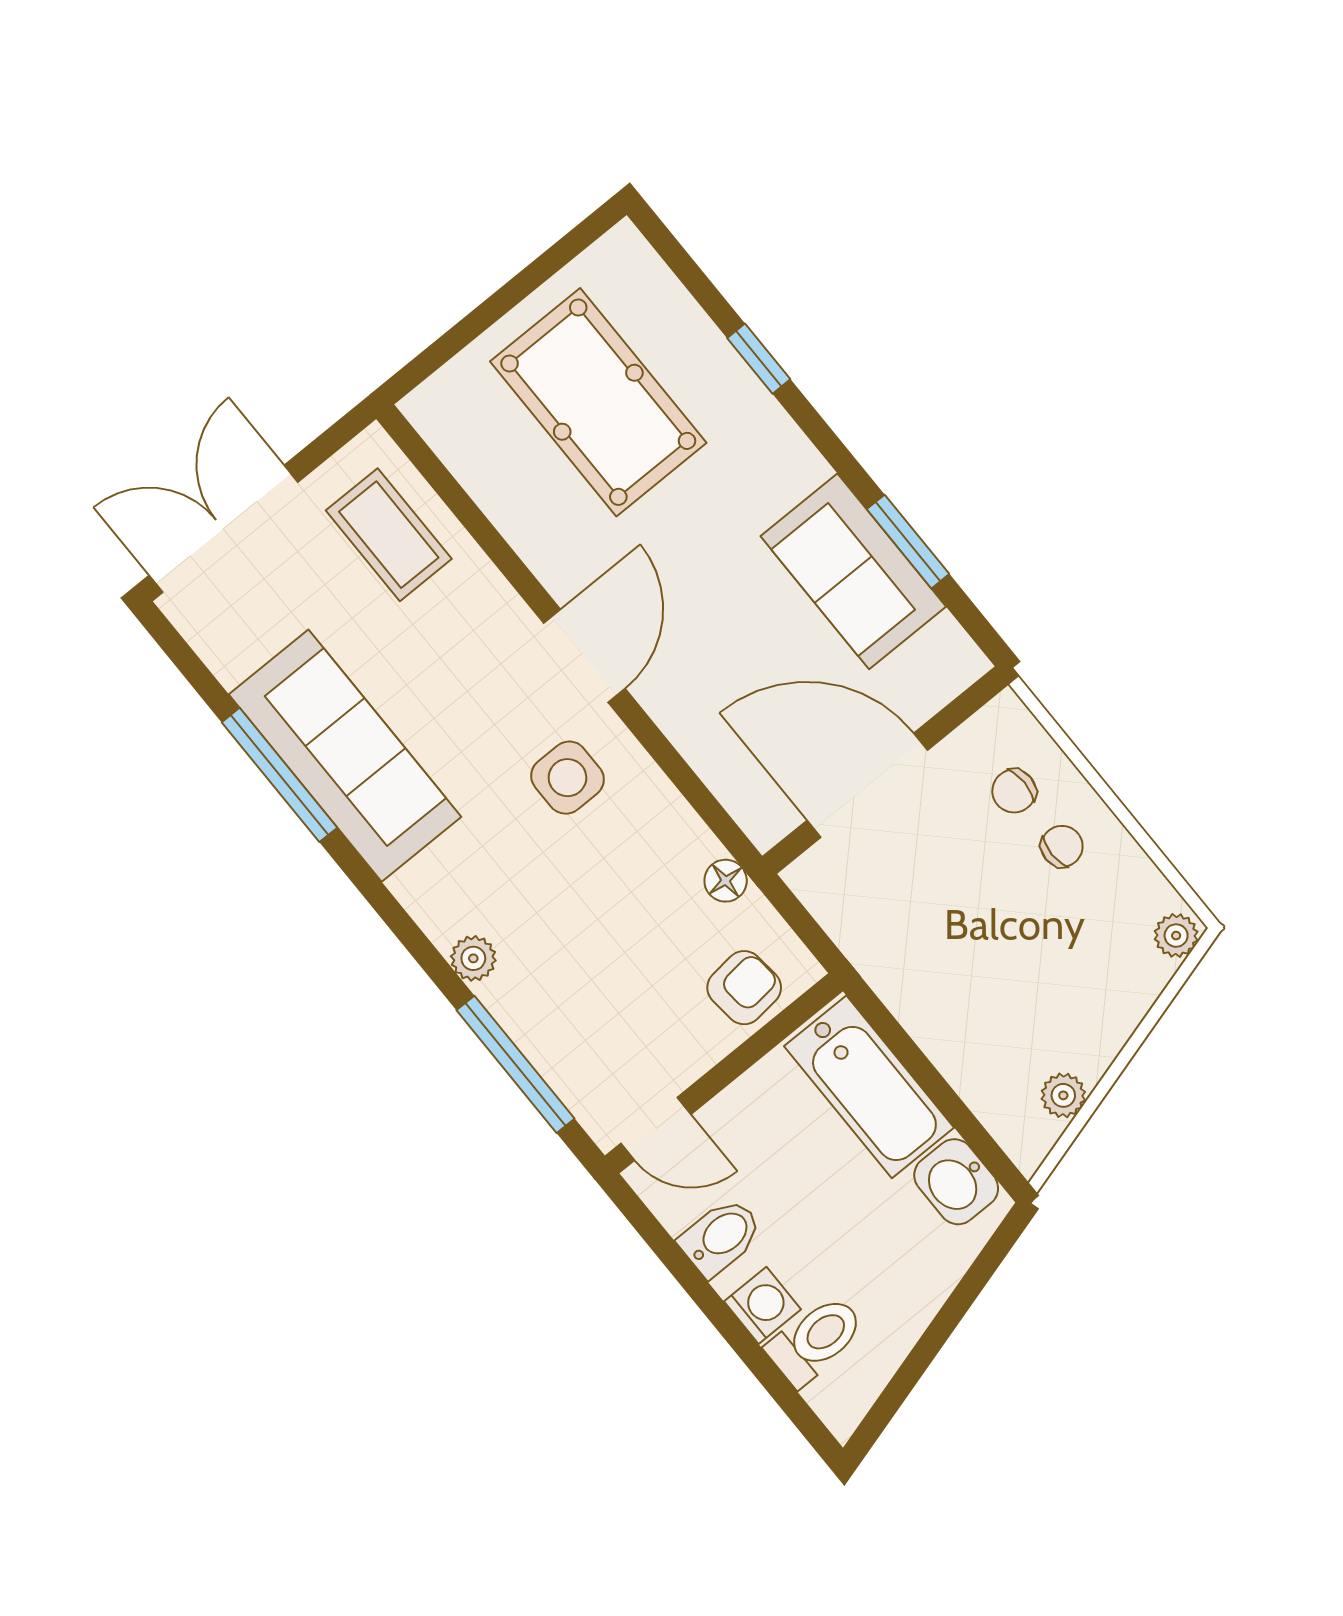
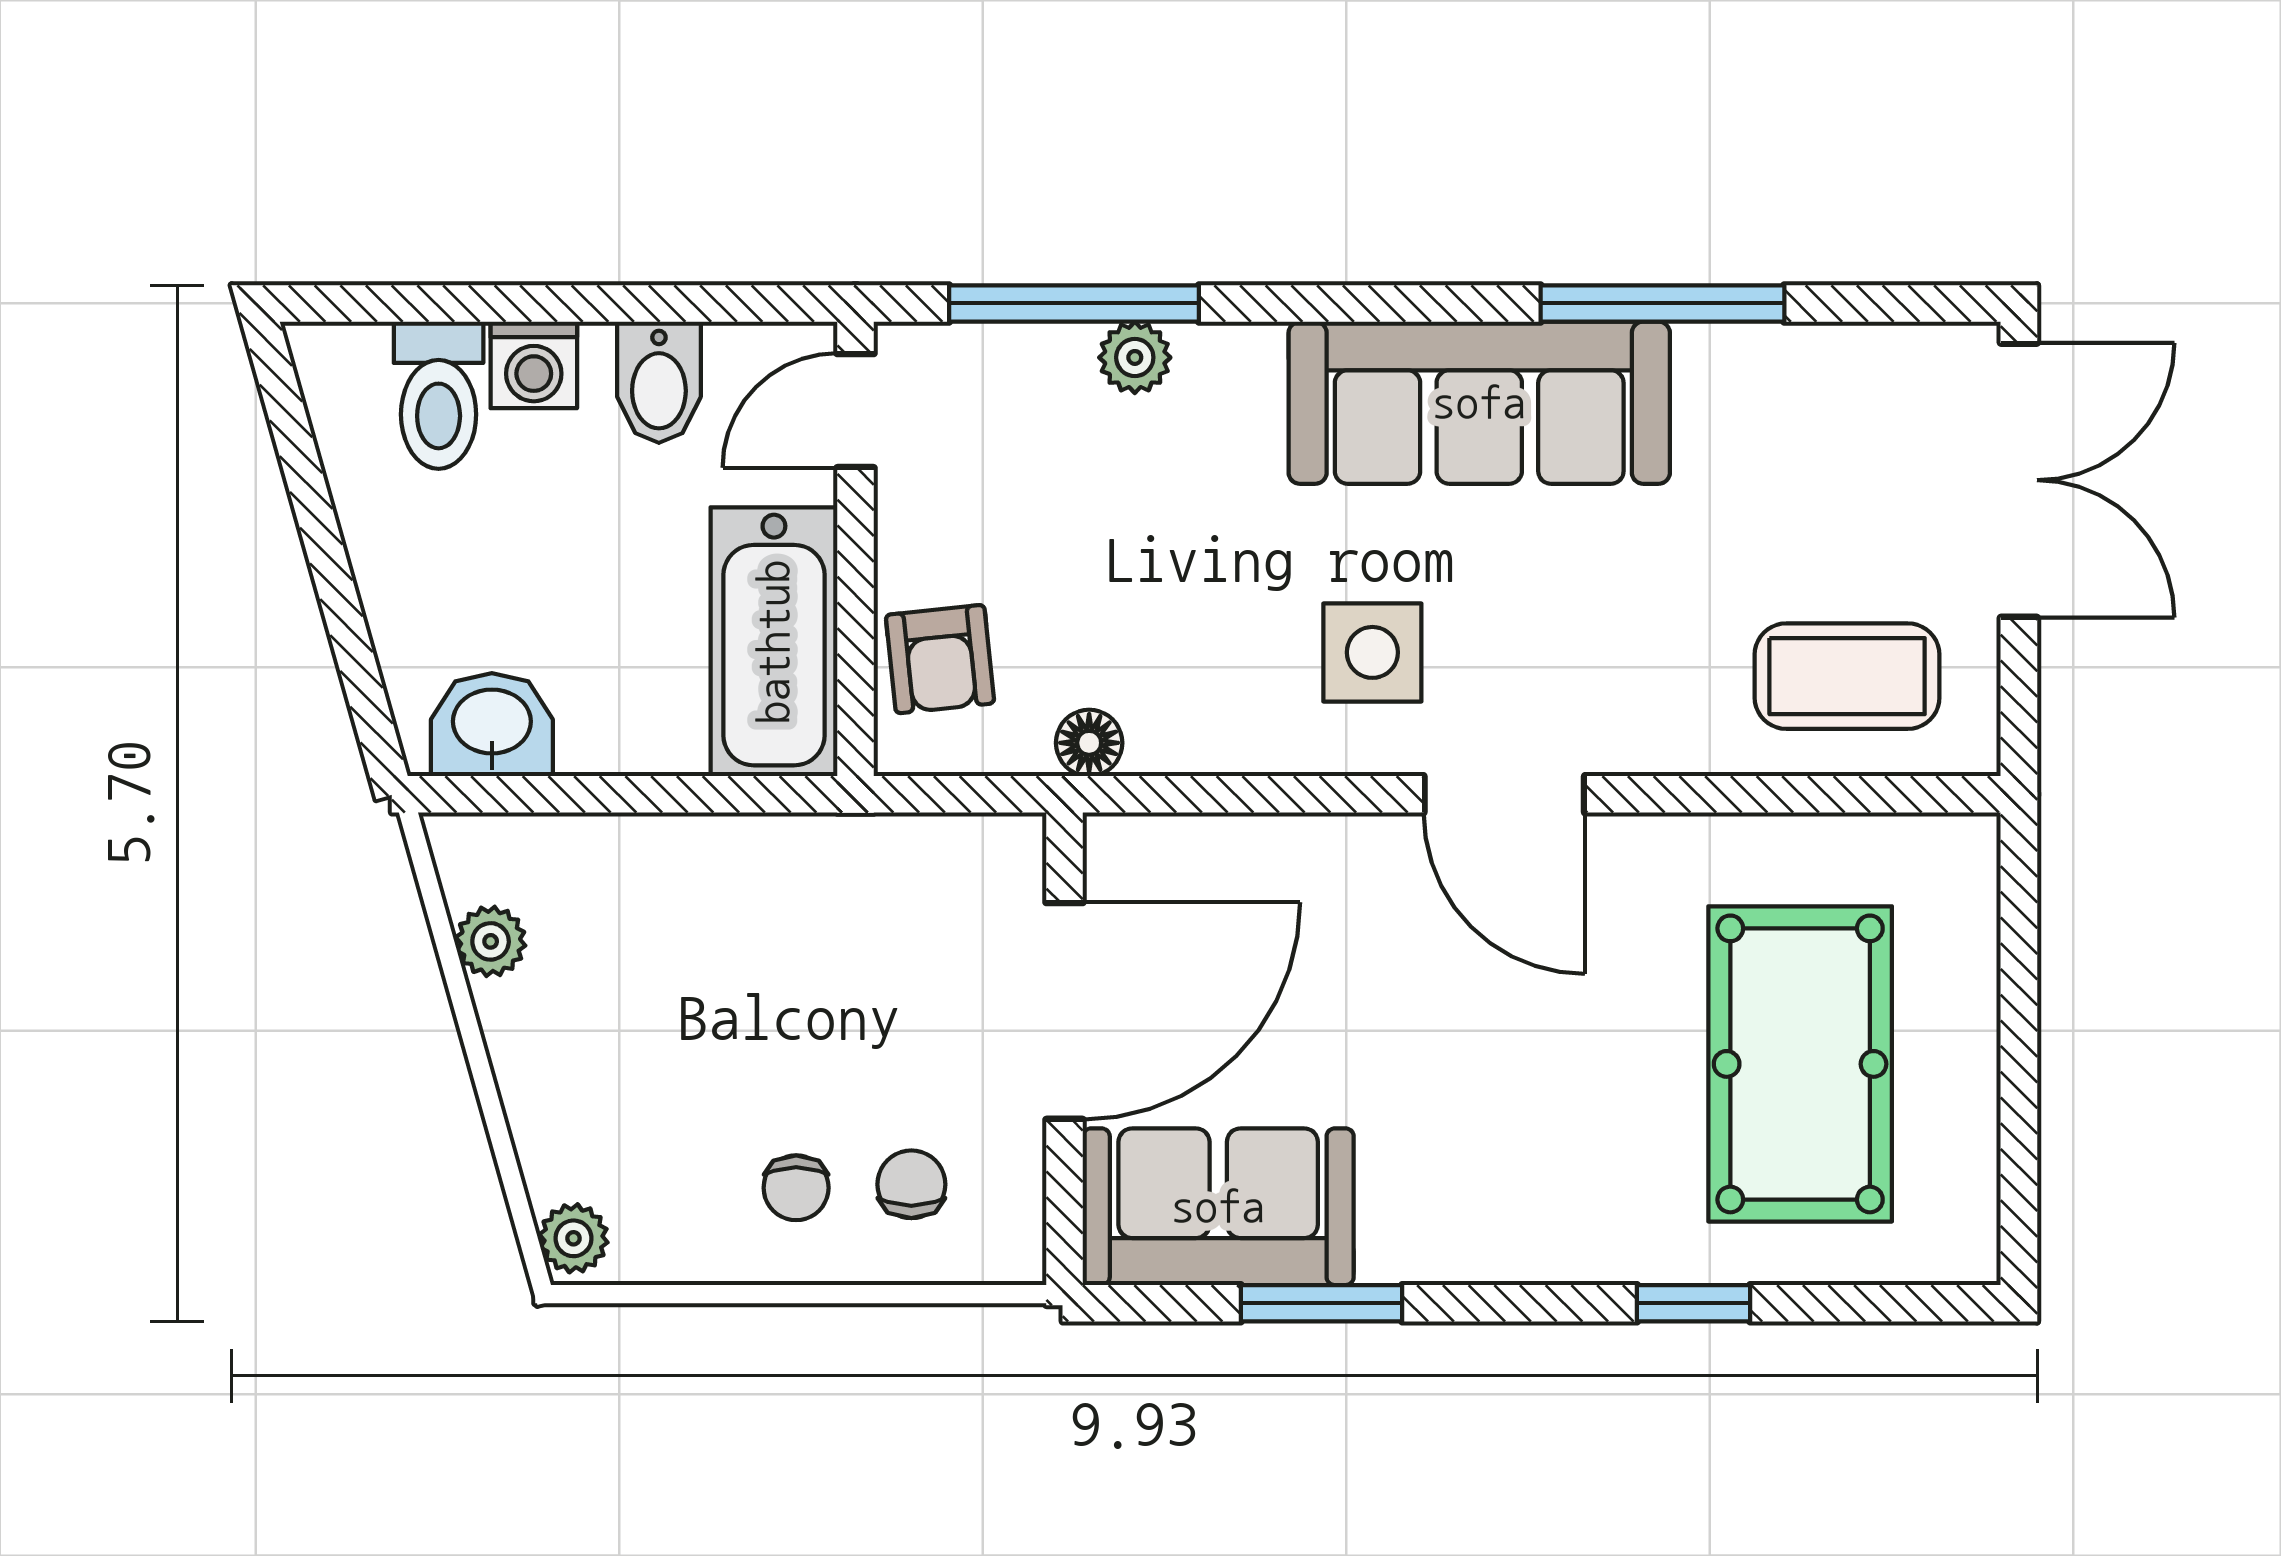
pool table: (598, 402) -> (1800, 1064), turned 90
sofa: (853, 571) -> (1218, 1207), moved
sofa: (345, 756) -> (1479, 403), moved
plant: (473, 958) -> (1135, 357), moved
bathtub: (869, 1087) -> (774, 642), moved, turned -90

